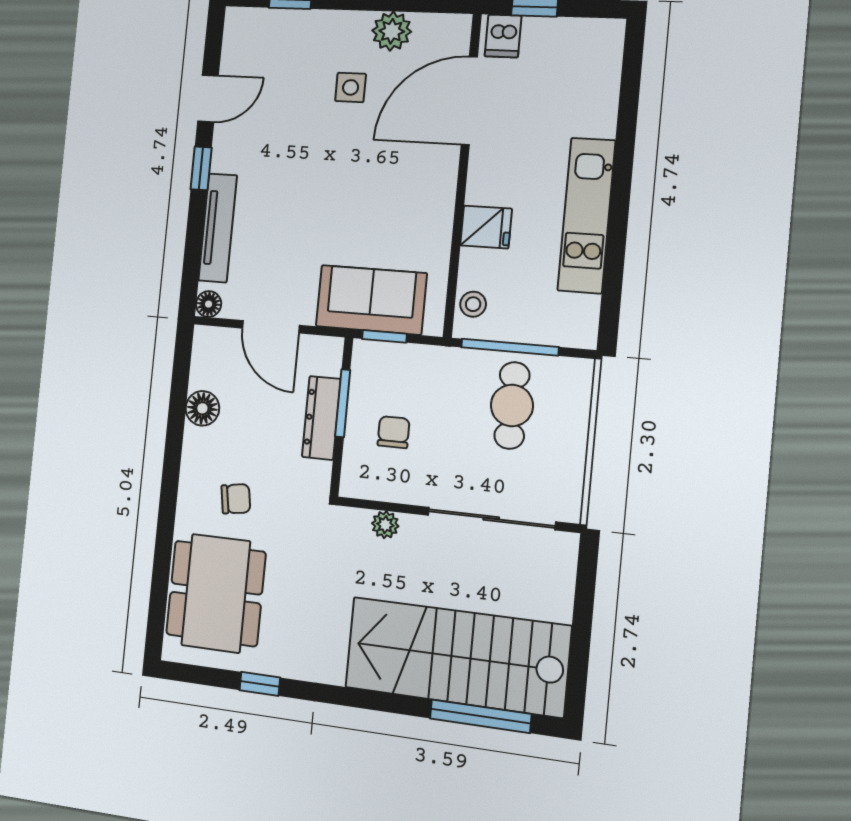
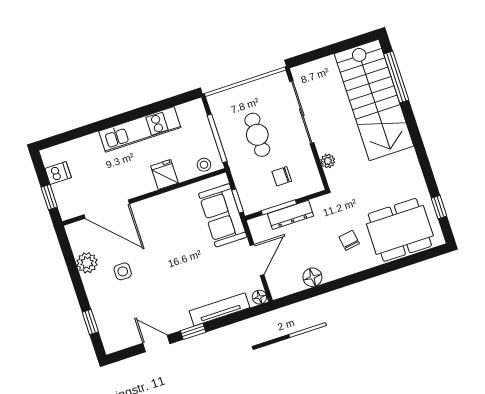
dishwasher: (503, 36) -> (58, 173), moved
cafe table: (512, 405) -> (257, 135), moved, turned 90
window: (260, 684) -> (439, 207), moved

